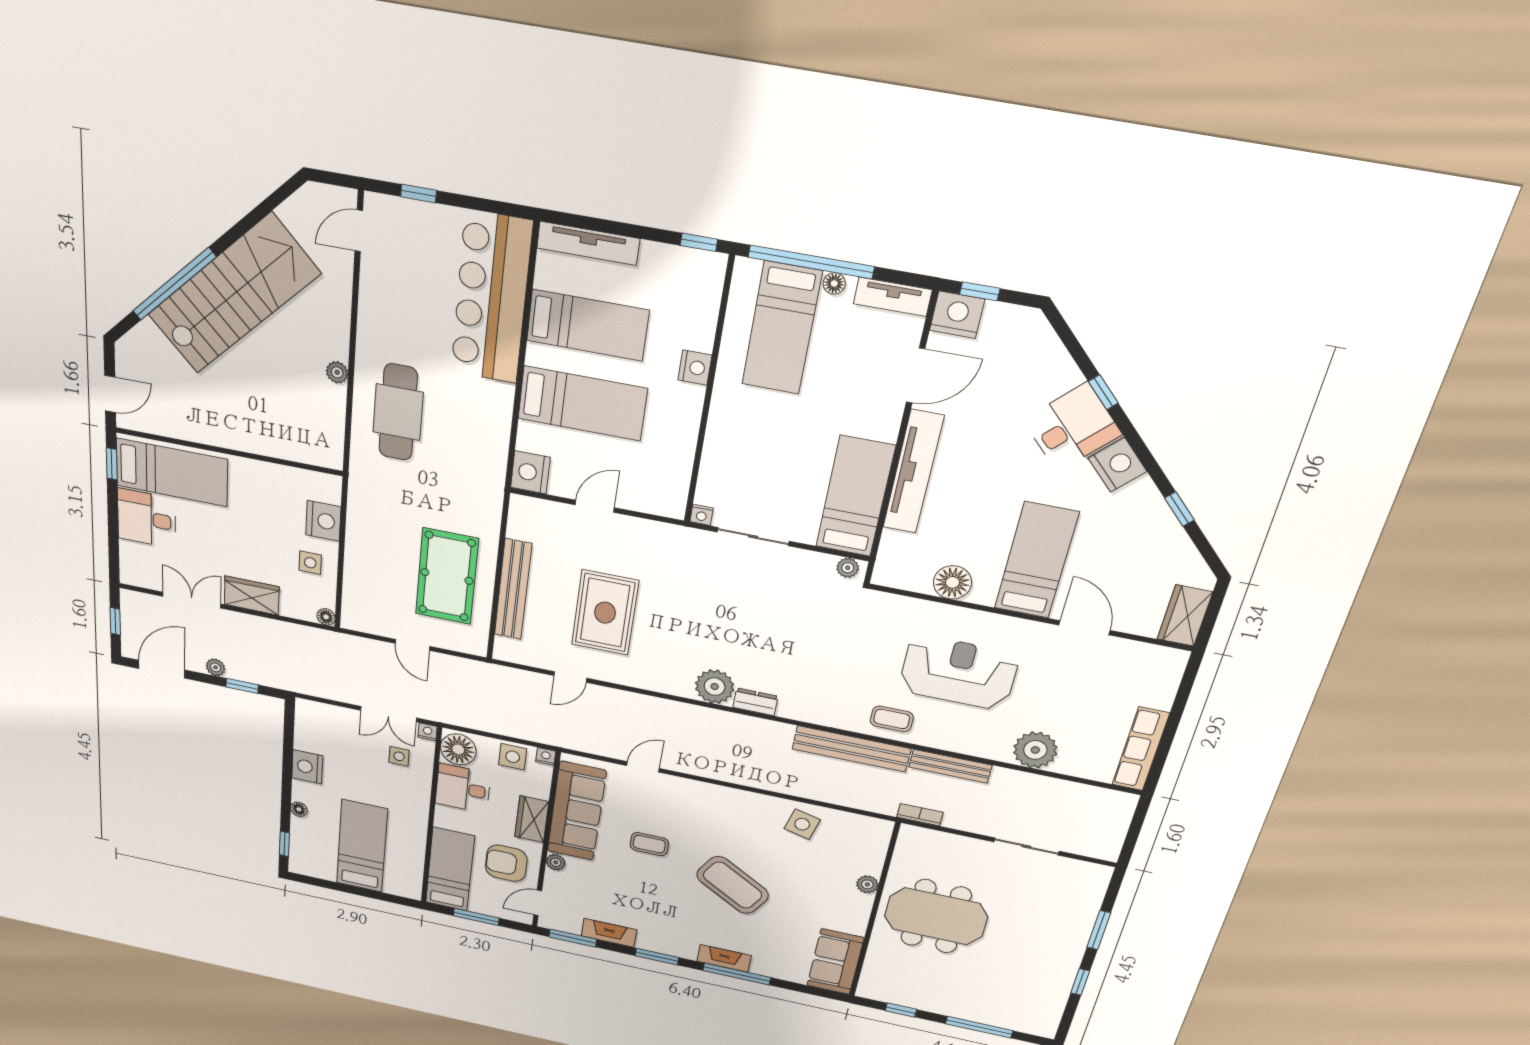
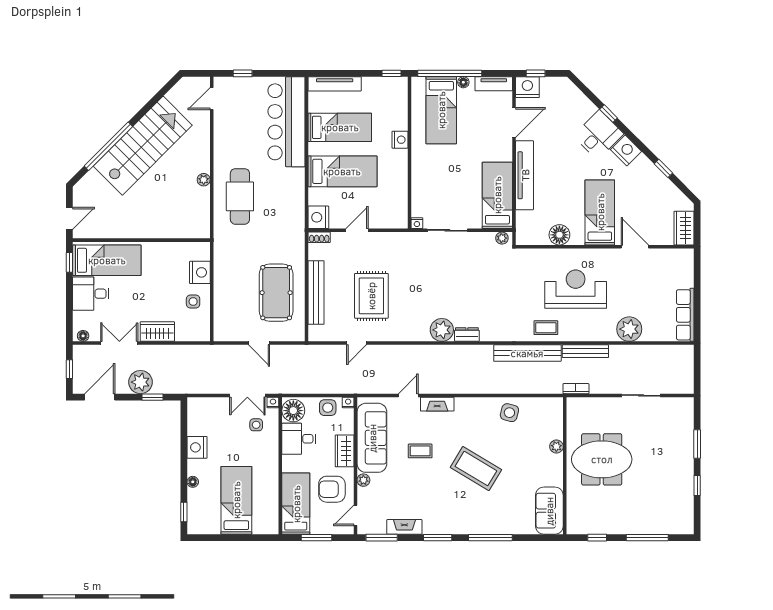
shoe rack: (528, 505) -> (319, 237), added
floor lamp: (326, 617) -> (83, 336), moved
plant: (216, 667) -> (141, 382), width x1.87, depth x1.87
fireplace: (724, 958) -> (437, 404), moved, turned 180

